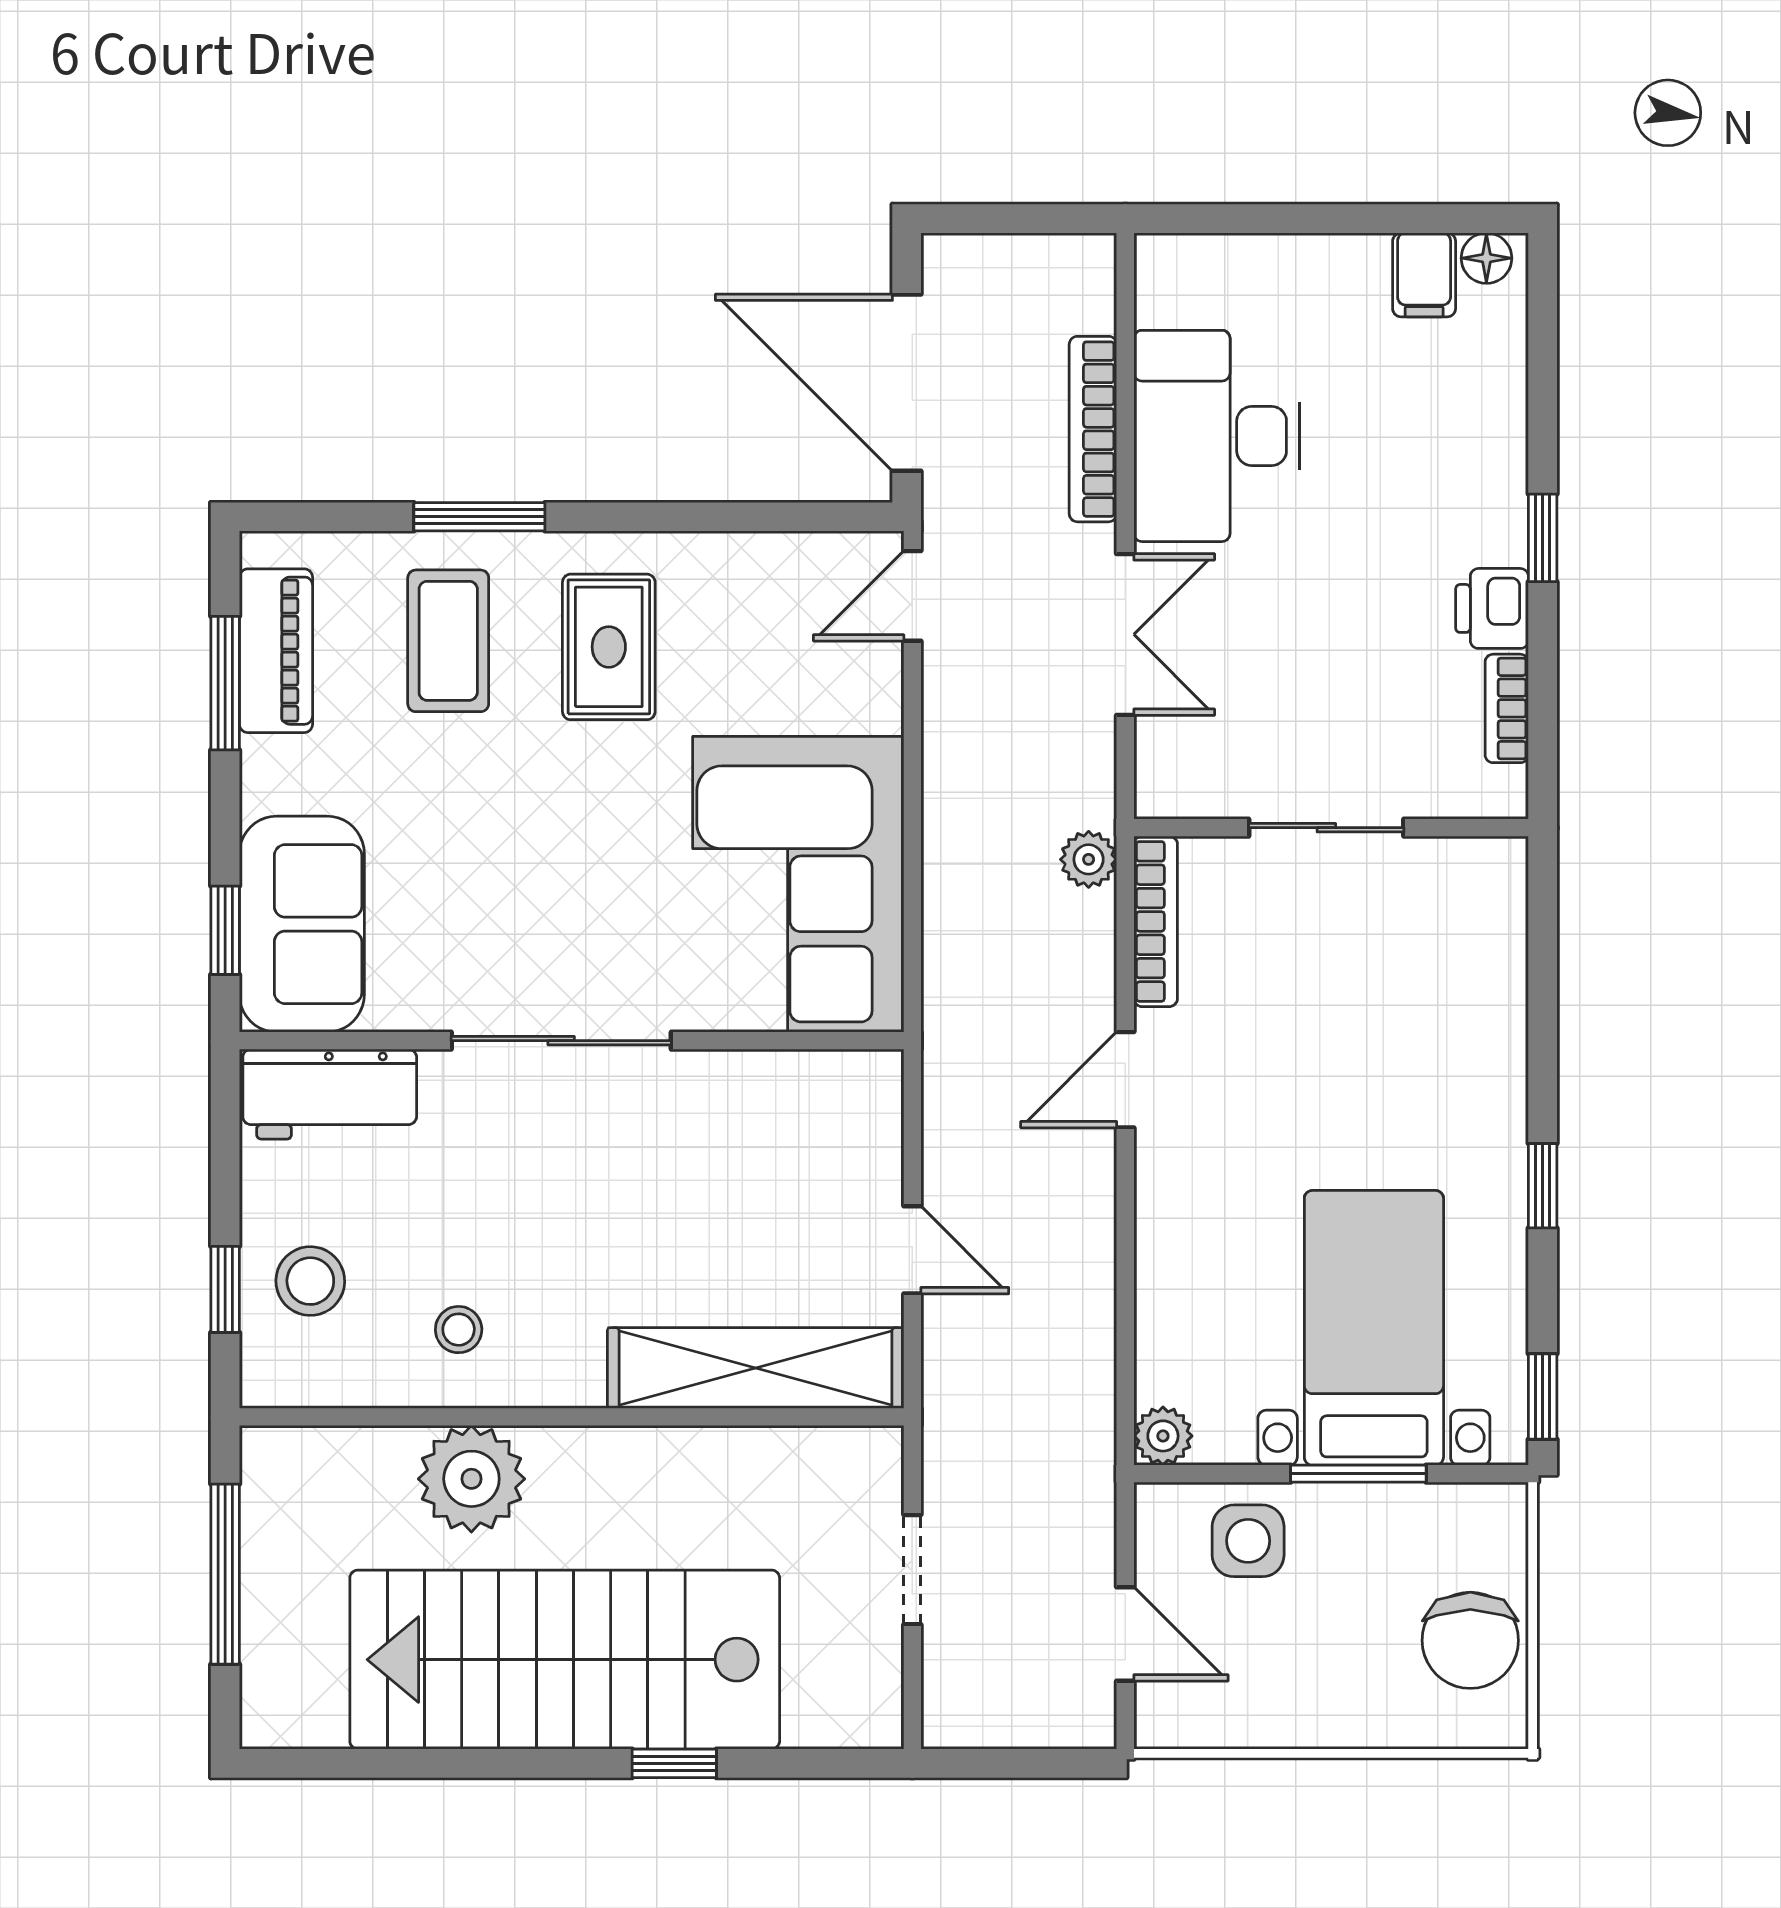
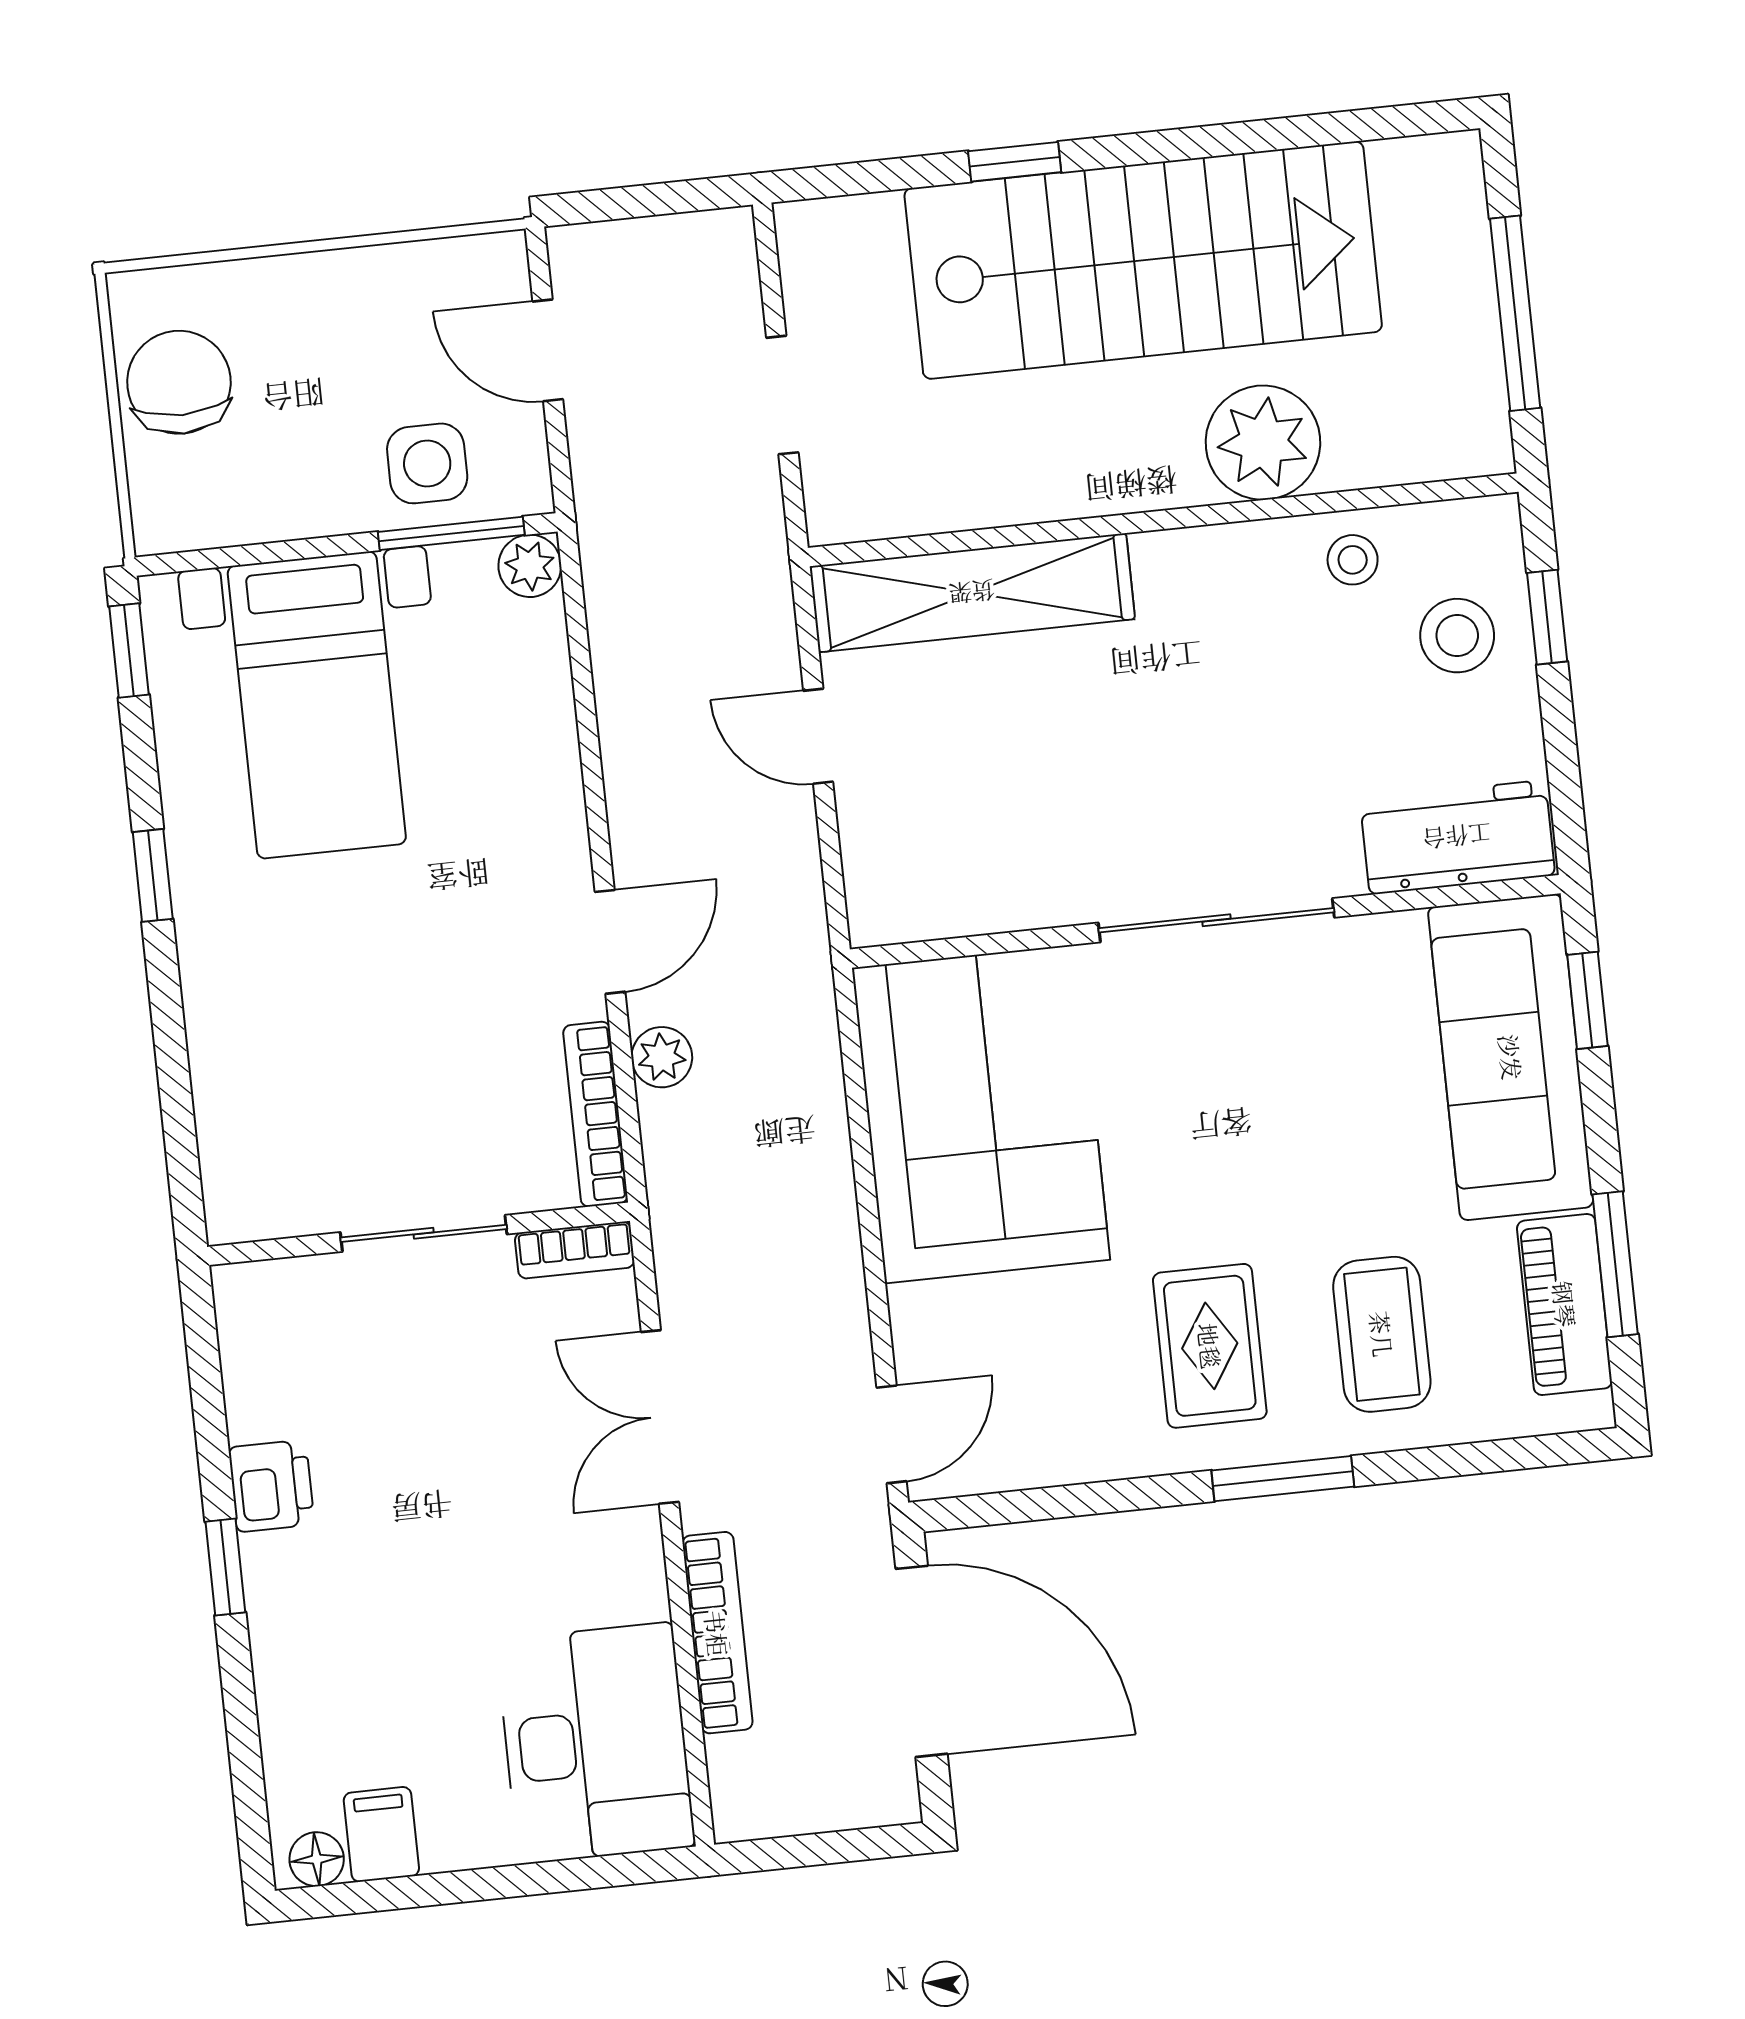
desk: (1217, 436) -> (595, 1743), moved
window: (479, 517) -> (1283, 1479), moved
bookcase: (1507, 708) -> (575, 1250), moved, turned 90
plant: (1089, 859) -> (662, 1057), moved
sofa: (302, 924) -> (1511, 1057), width x1.36
stool: (459, 1330) -> (1353, 560), moved
window: (1358, 1474) -> (451, 533), moved

